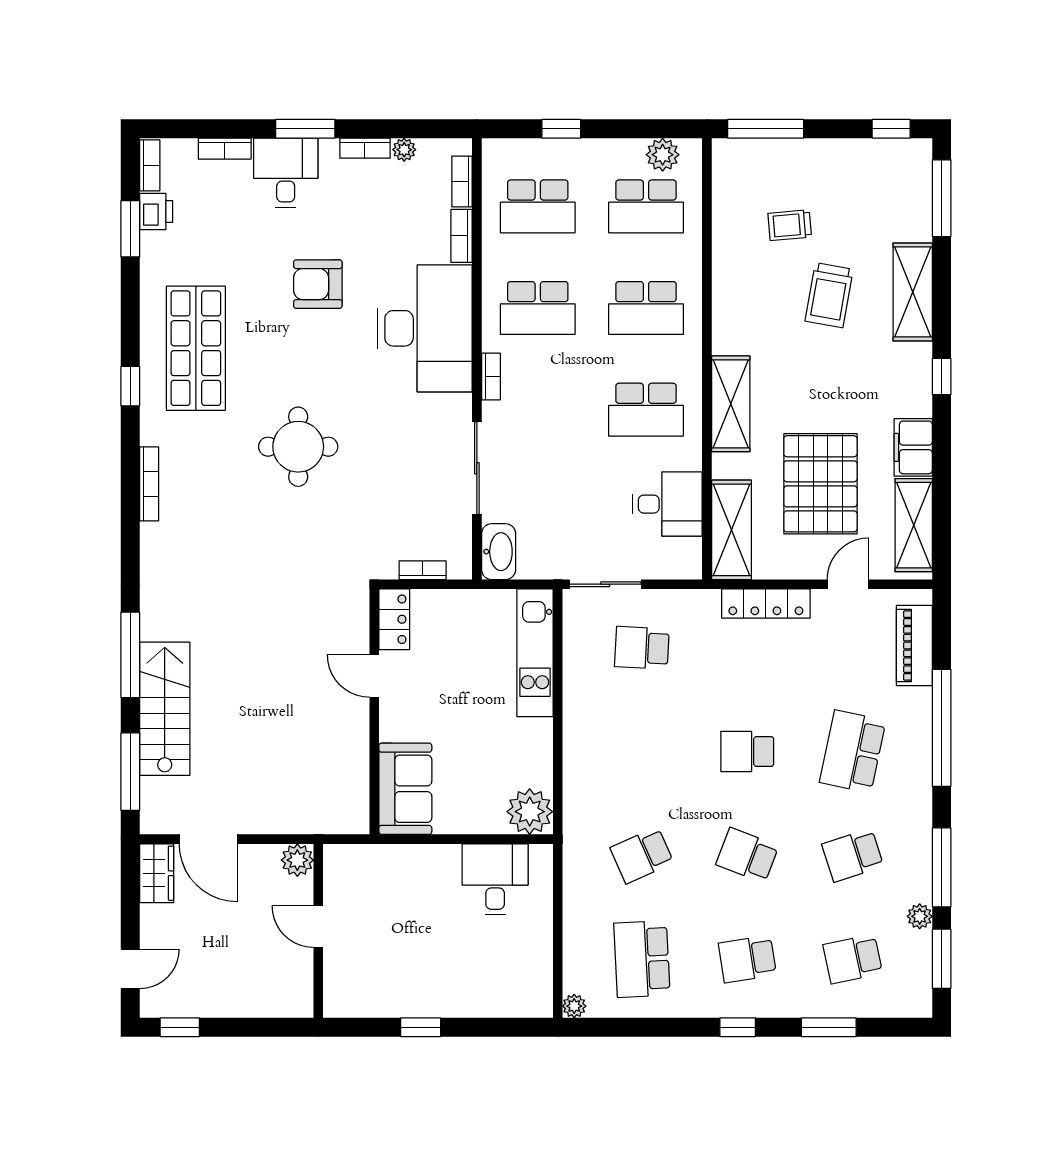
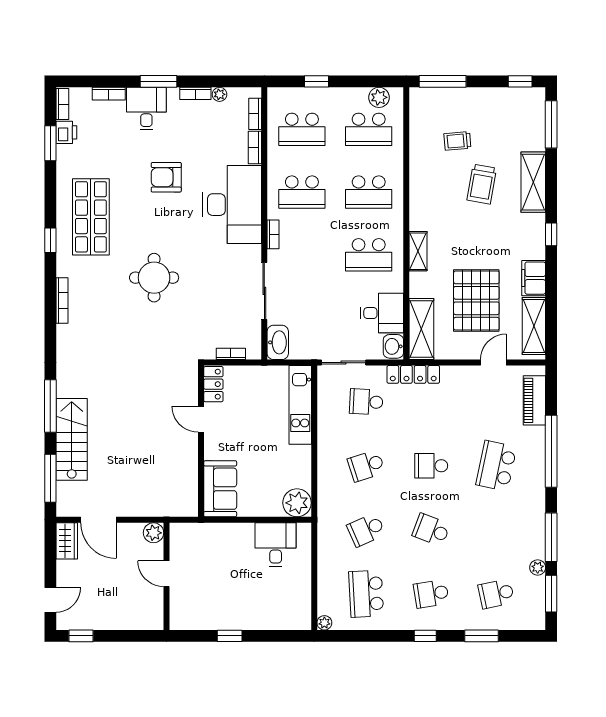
shelving: (731, 404) -> (418, 251), width x0.67, depth x0.75
washbasin: (686, 558) -> (393, 346), added
locker: (766, 603) -> (413, 374), moved
school desk: (853, 855) -> (366, 466), moved

